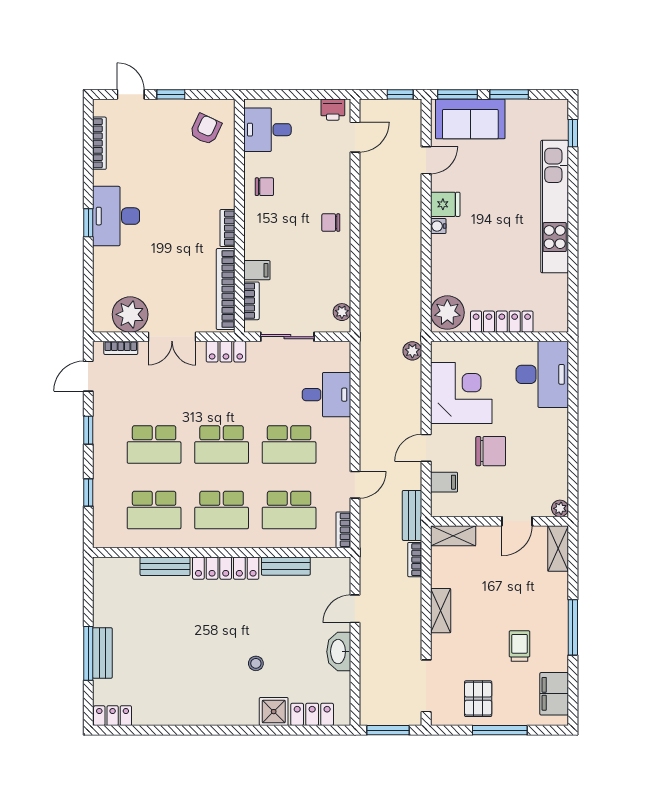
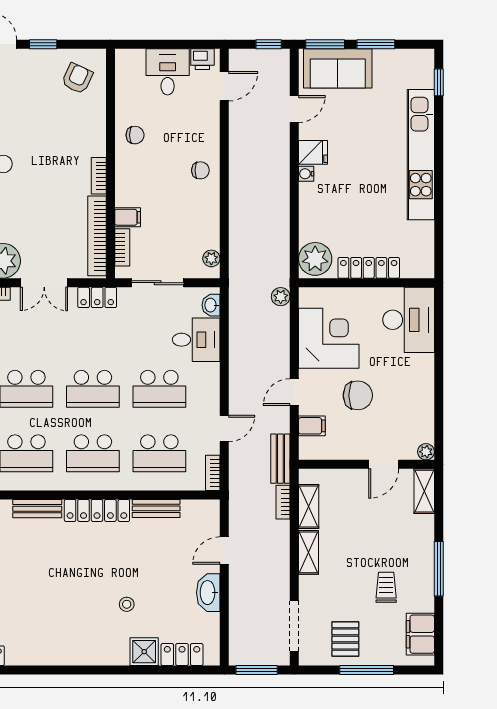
desk: (267, 130) -> (168, 72), moved, turned 90
chair: (331, 223) -> (200, 170), turned 180
washbasin: (342, 359) -> (211, 305), added
shelving: (453, 536) -> (309, 507), moved, turned 90

